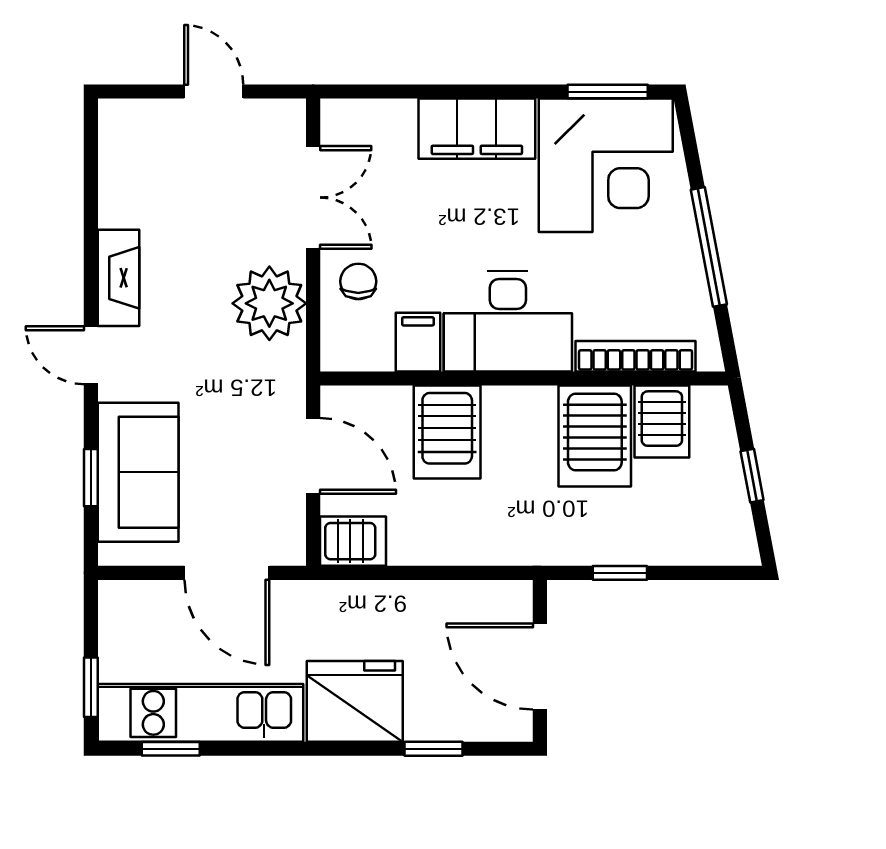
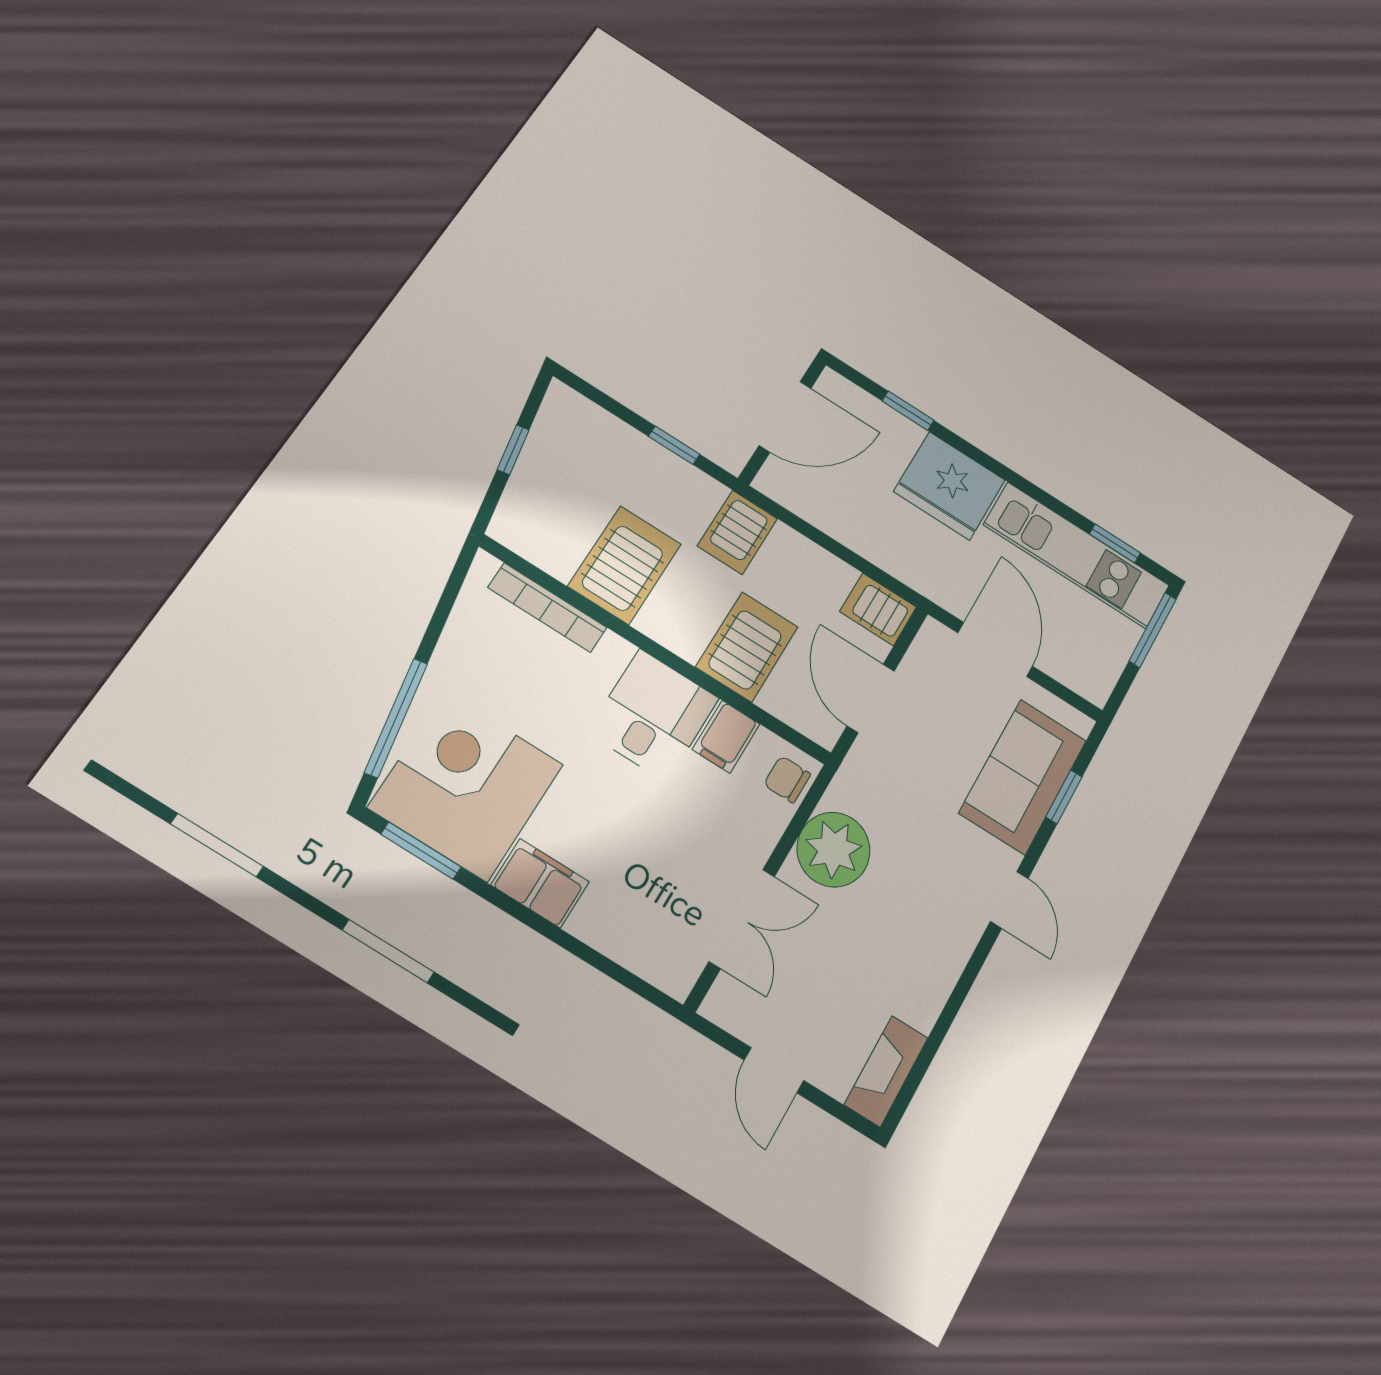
filing cabinet: (477, 129) -> (540, 883), width x0.67, depth x0.86
double door: (313, 197) -> (742, 919), swing flipped
window: (709, 247) -> (396, 718), moved
fireplace: (119, 278) -> (886, 1071), moved
chair: (358, 281) -> (787, 779), moved, turned 90
desk: (508, 321) -> (653, 715), width x0.73
server rack: (662, 421) -> (737, 532), moved, turned 180
door: (540, 666) -> (785, 417), hinge flipped
window: (91, 687) -> (1153, 630), width x1.50

